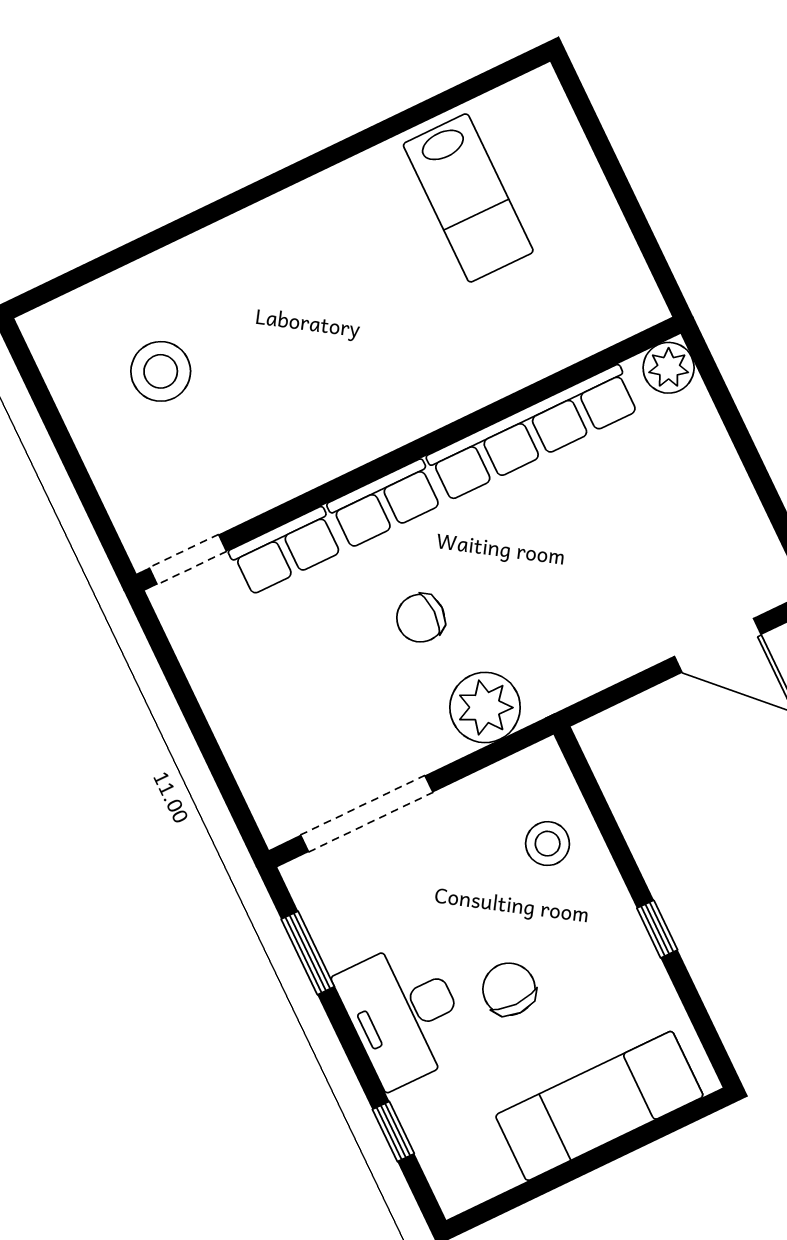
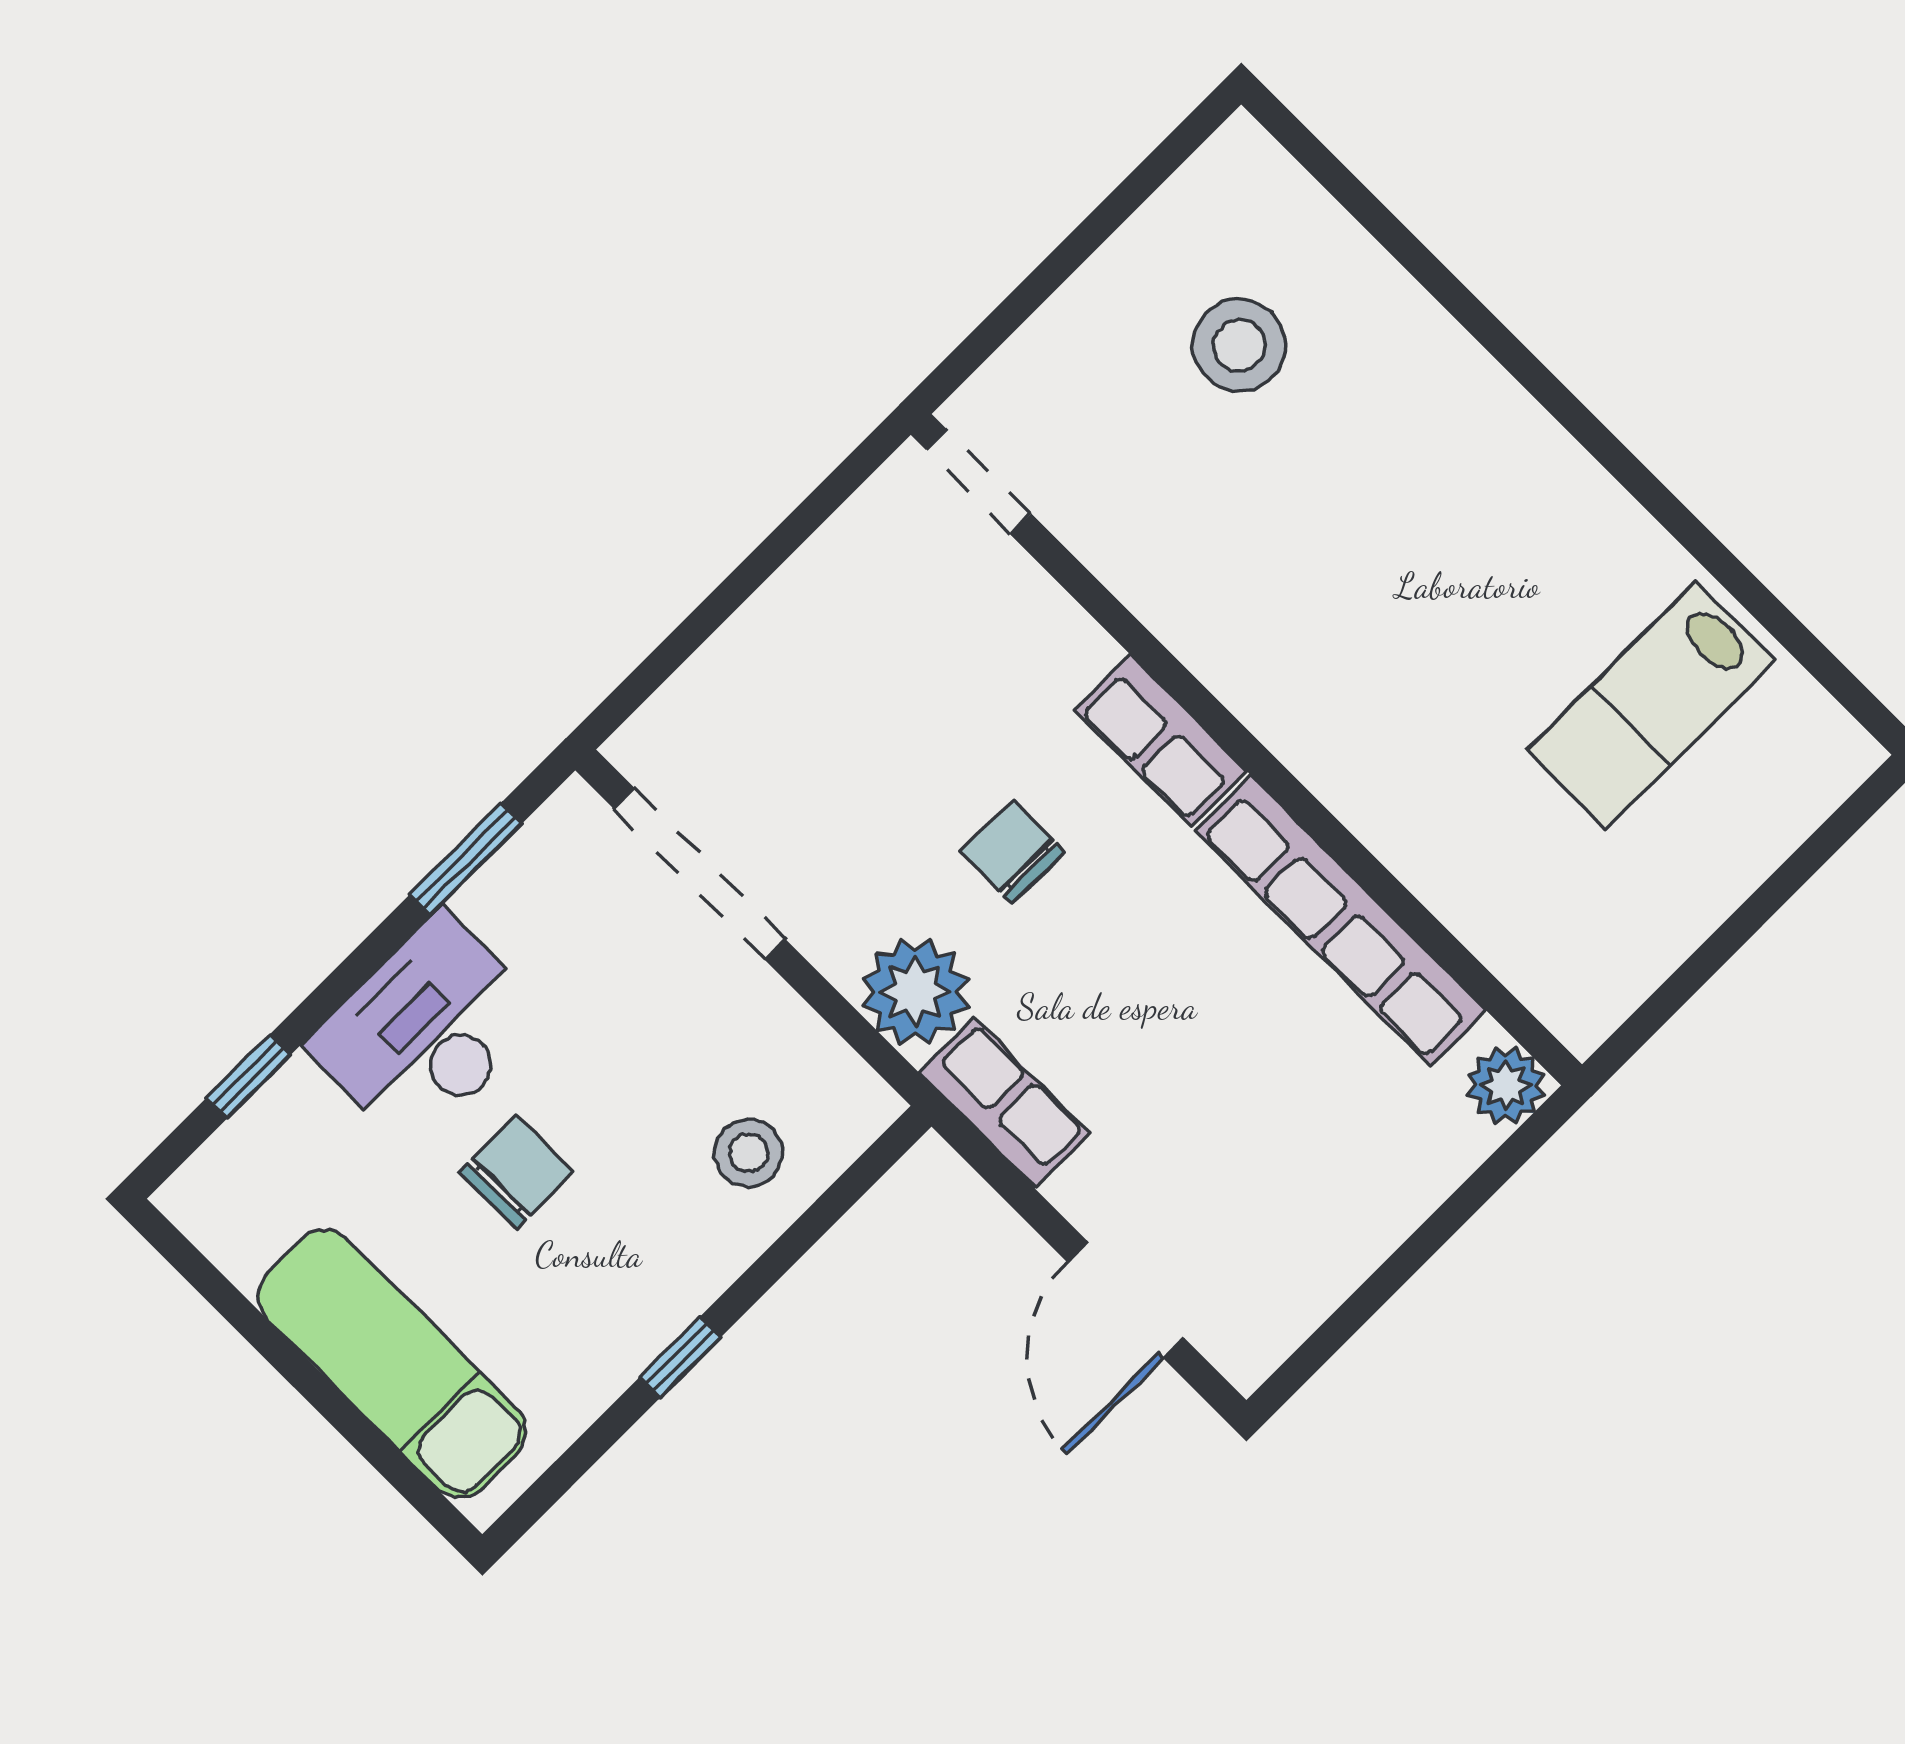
row of seats: (286, 551) -> (1005, 1103), moved, turned 180

